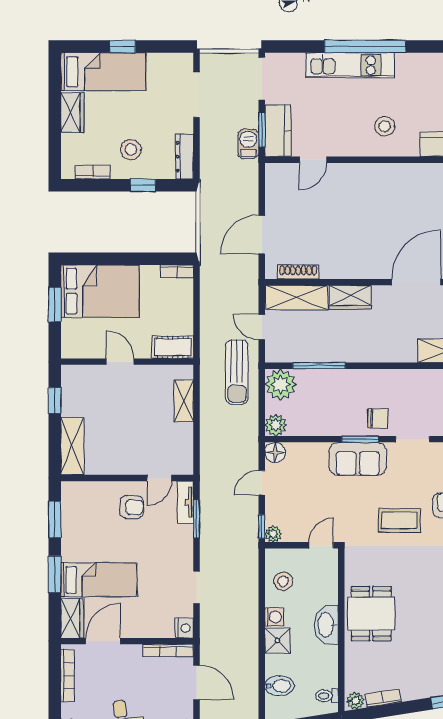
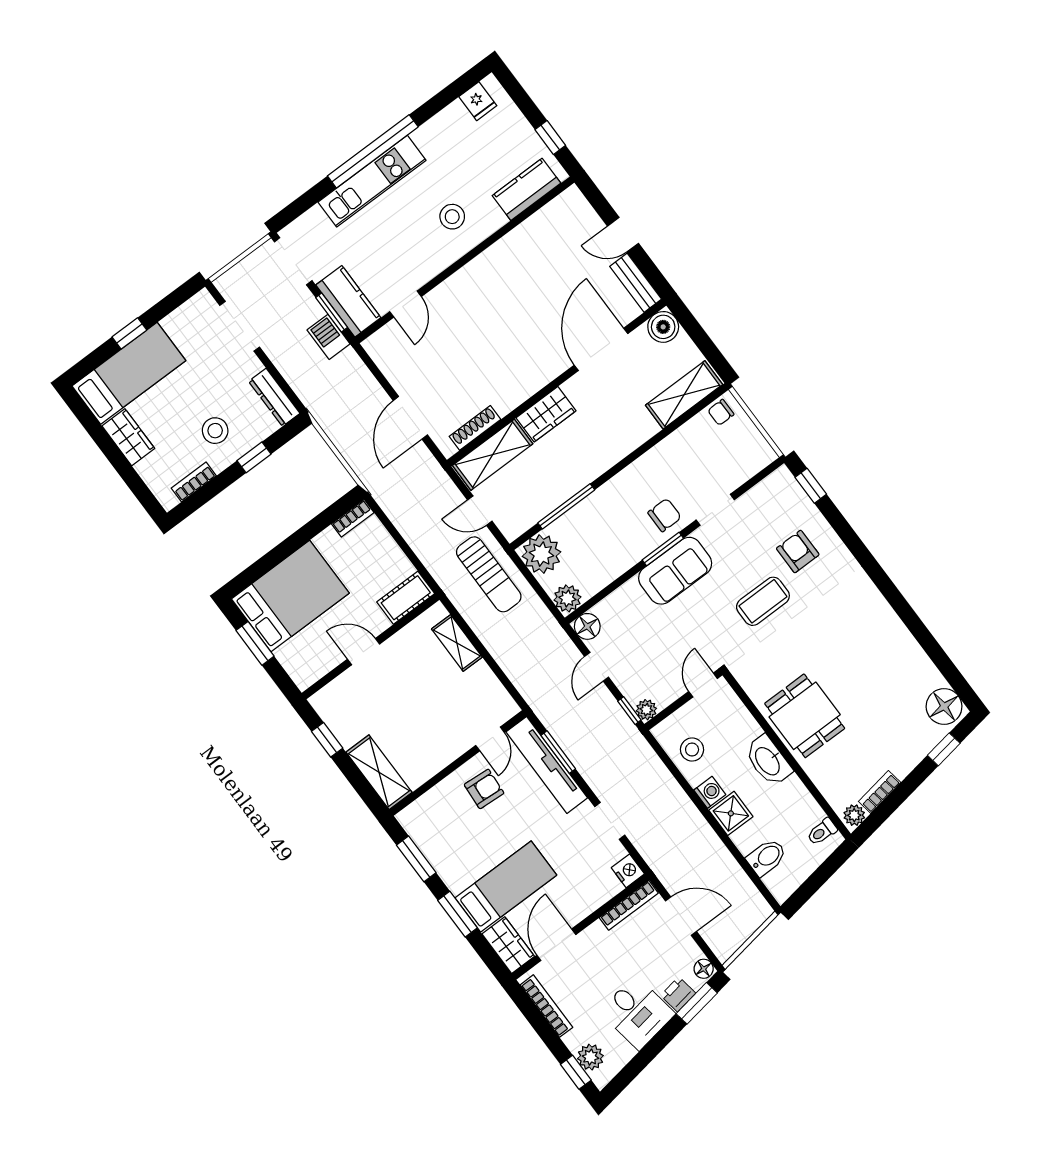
tv unit: (185, 502) -> (547, 765), width x1.92, depth x1.29

